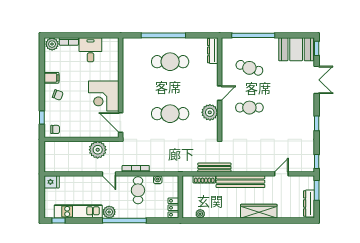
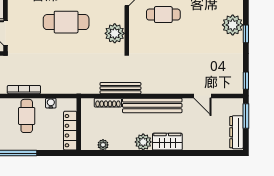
plant: (210, 112) -> (115, 33), moved
plant: (306, 116) -> (233, 25), added
door: (281, 174) -> (203, 96), swing flipped
locker: (173, 208) -> (70, 131), width x1.53
plant: (233, 211) -> (143, 142), added
wardrobe: (259, 211) -> (167, 142), width x0.67

